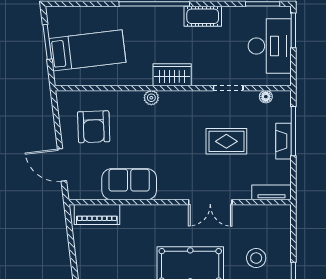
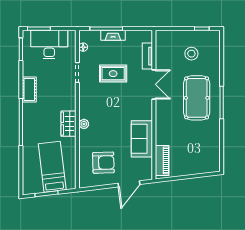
wardrobe: (172, 75) -> (69, 124), moved
rug: (226, 141) -> (113, 74), turned 90
tv unit: (271, 192) -> (147, 56), moved

